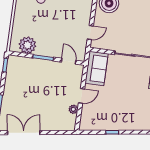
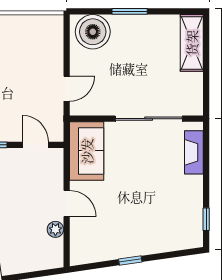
door: (81, 96) -> (67, 204), hinge flipped

